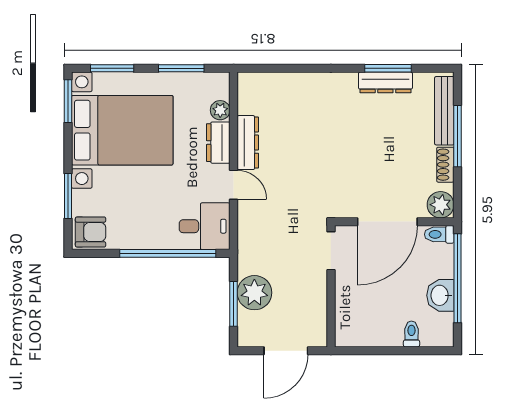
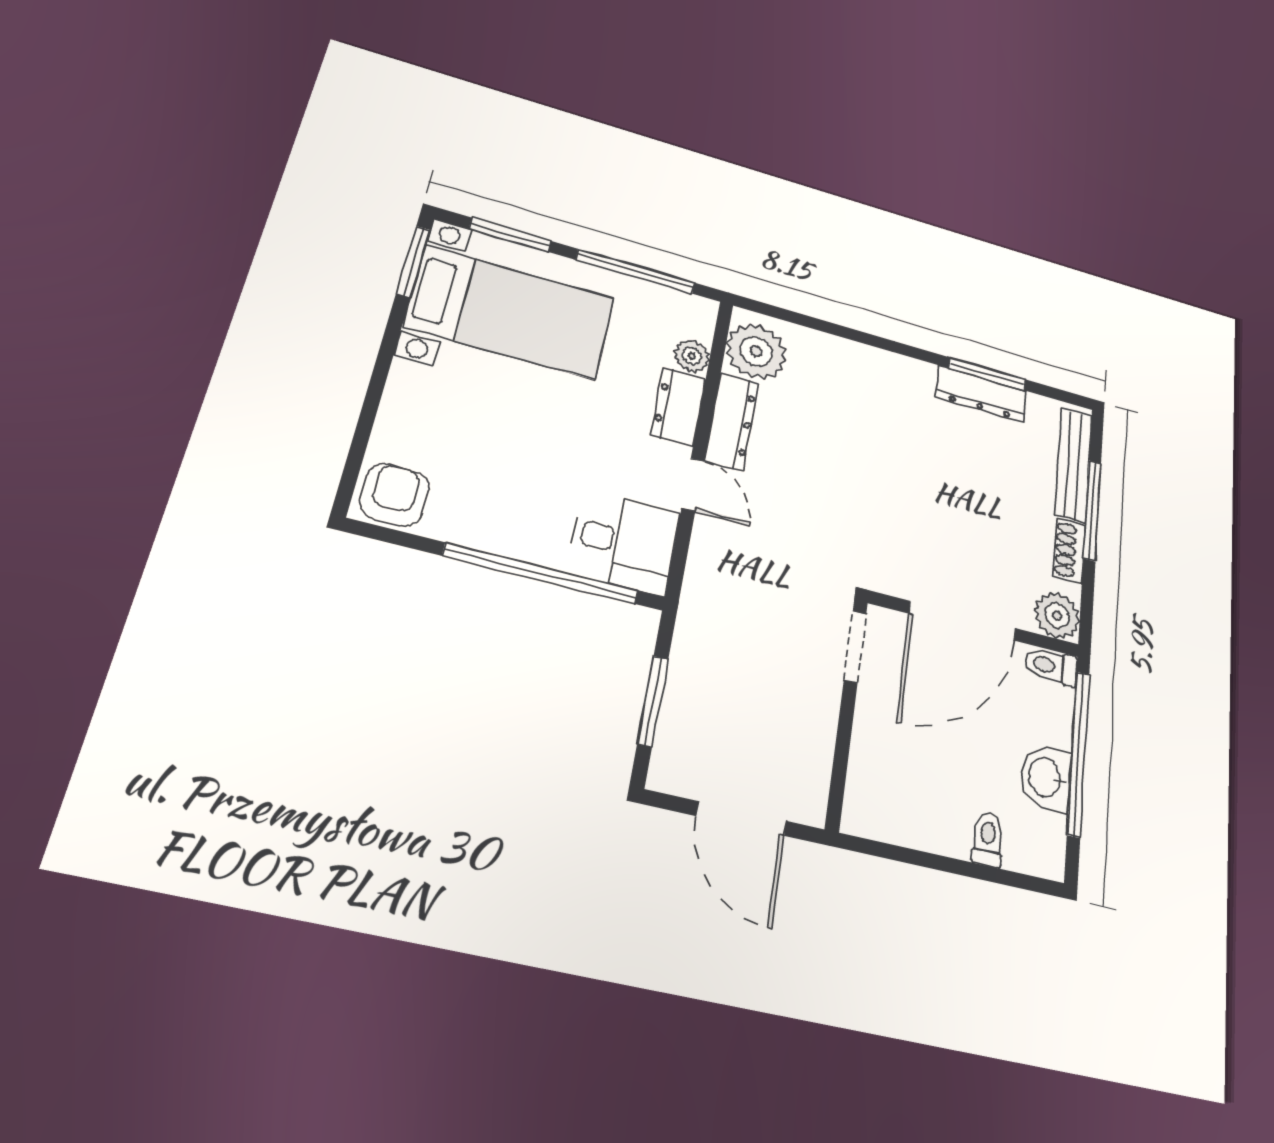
window: (181, 68) -> (636, 271), width x1.44
bed with nightstands: (122, 130) -> (510, 312), width x0.73
window: (68, 196) -> (367, 419), removed
armchair: (91, 232) -> (394, 495), turned -90
plant: (254, 293) -> (756, 351), moved
door: (286, 351) -> (741, 819), hinge flipped

